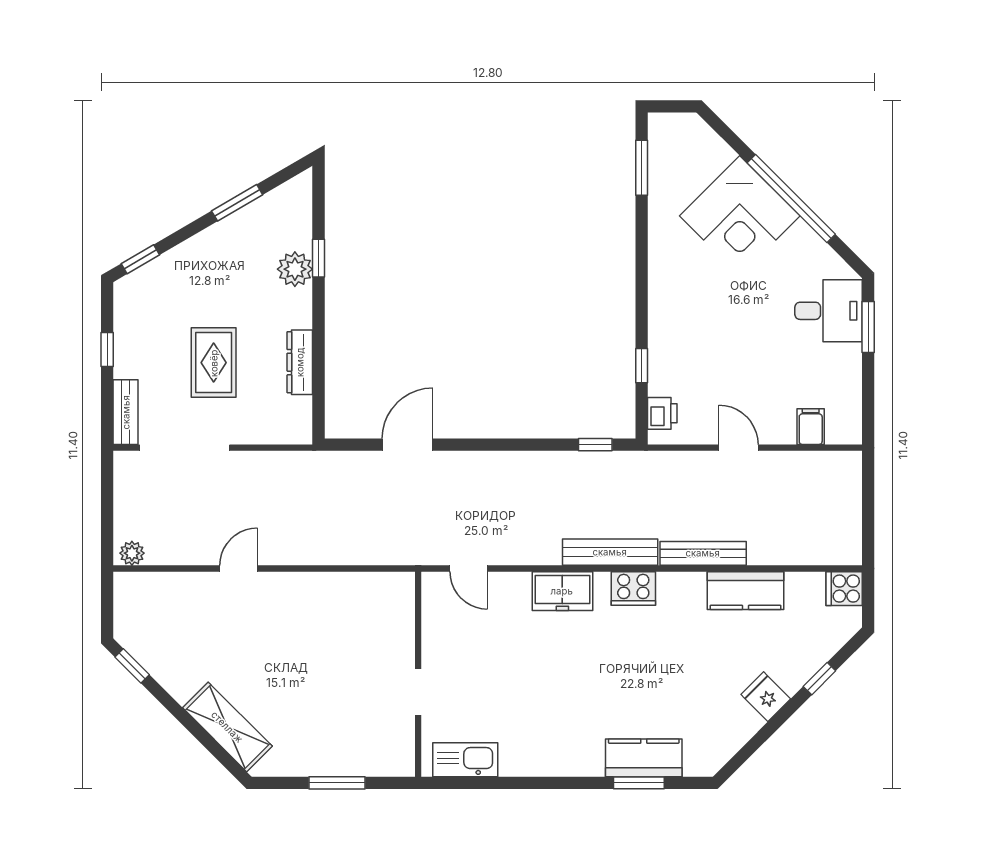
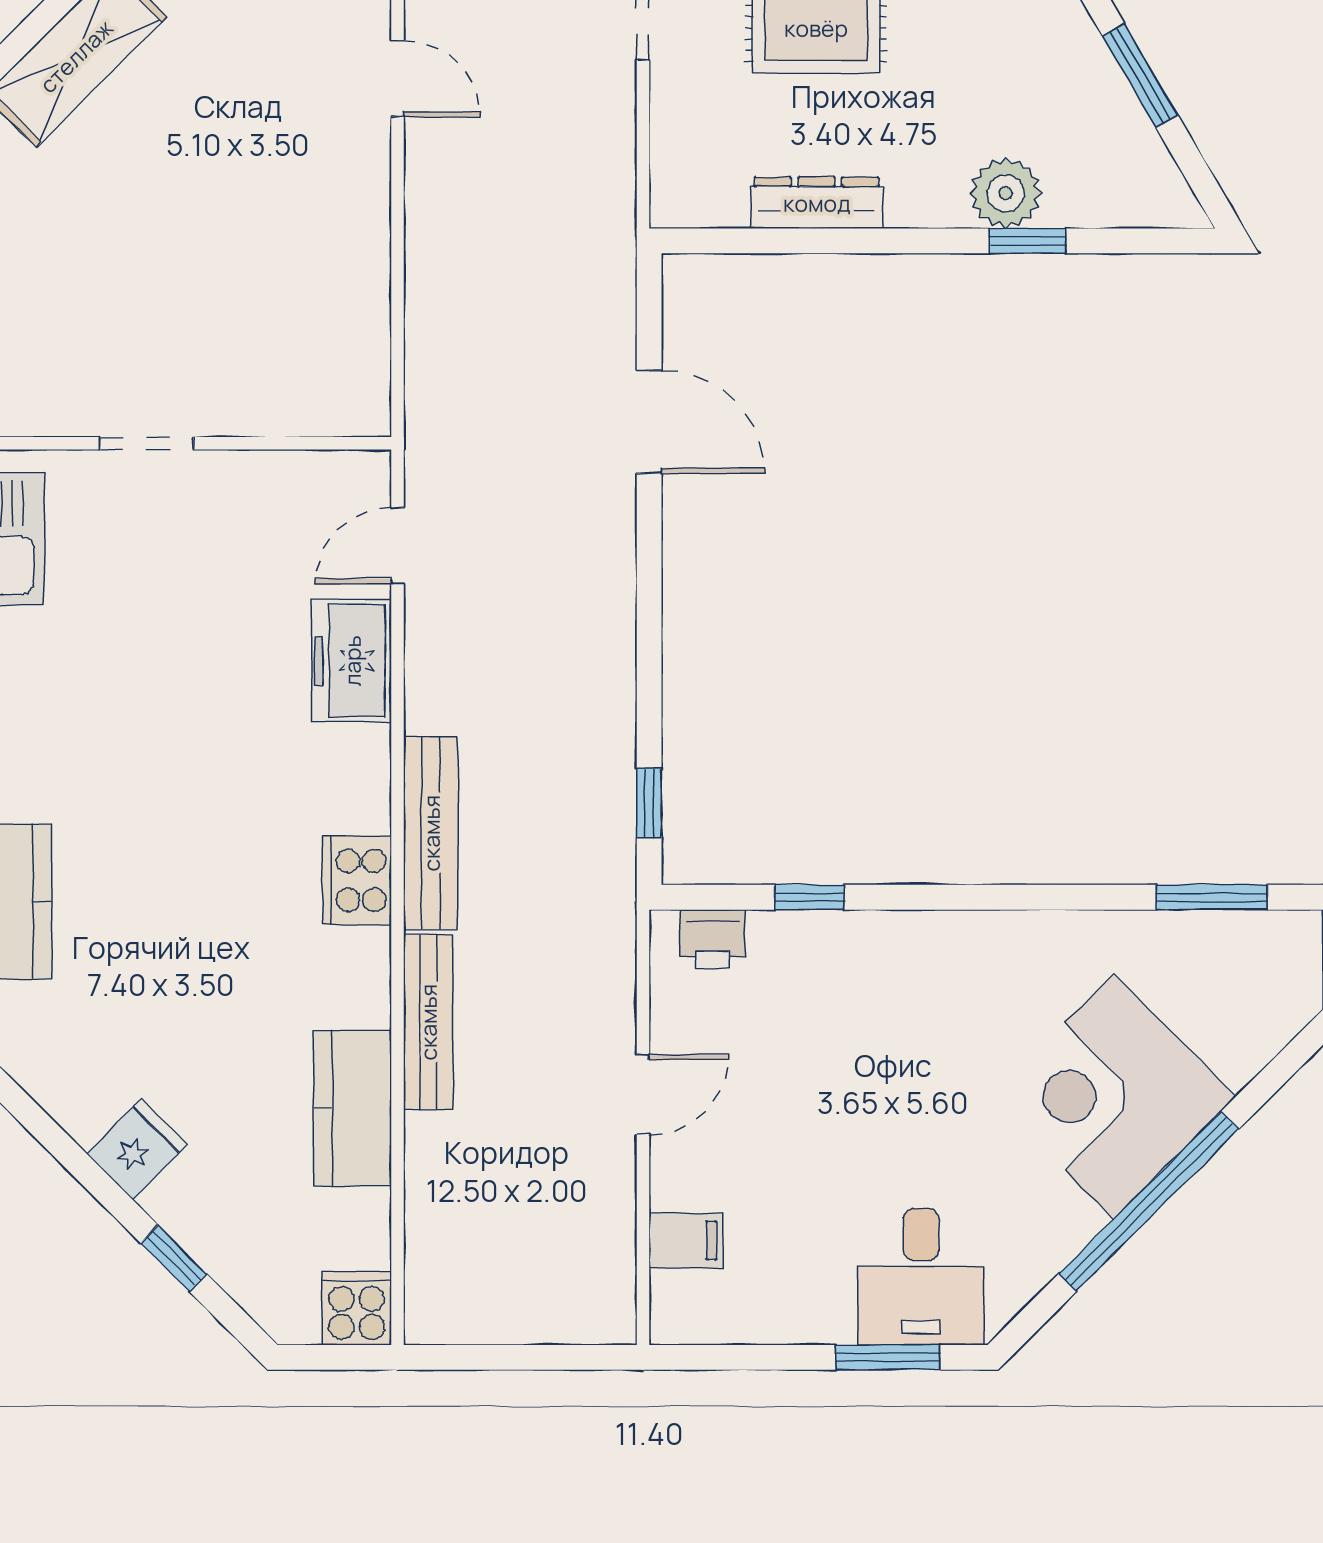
freezer: (562, 591) -> (352, 661), moved

